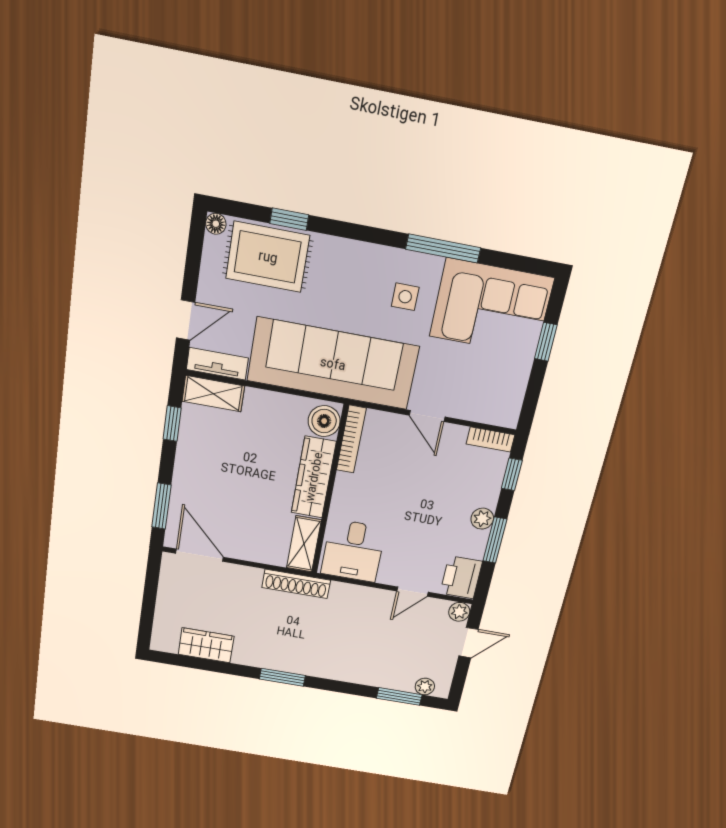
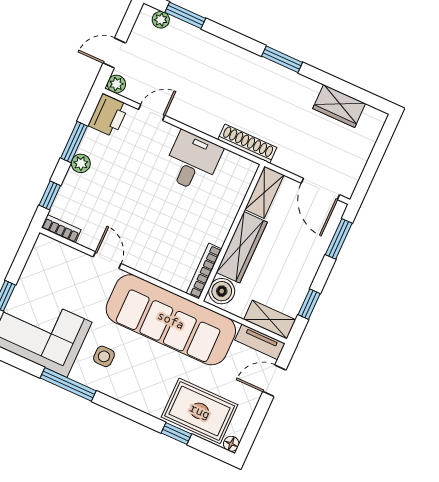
boiler: (324, 421) -> (222, 291), moved
bookcase: (351, 439) -> (204, 271), moved
wardrobe: (314, 477) -> (242, 247), moved
wall: (330, 491) -> (232, 233), moved
shelving: (304, 544) -> (264, 192), moved

